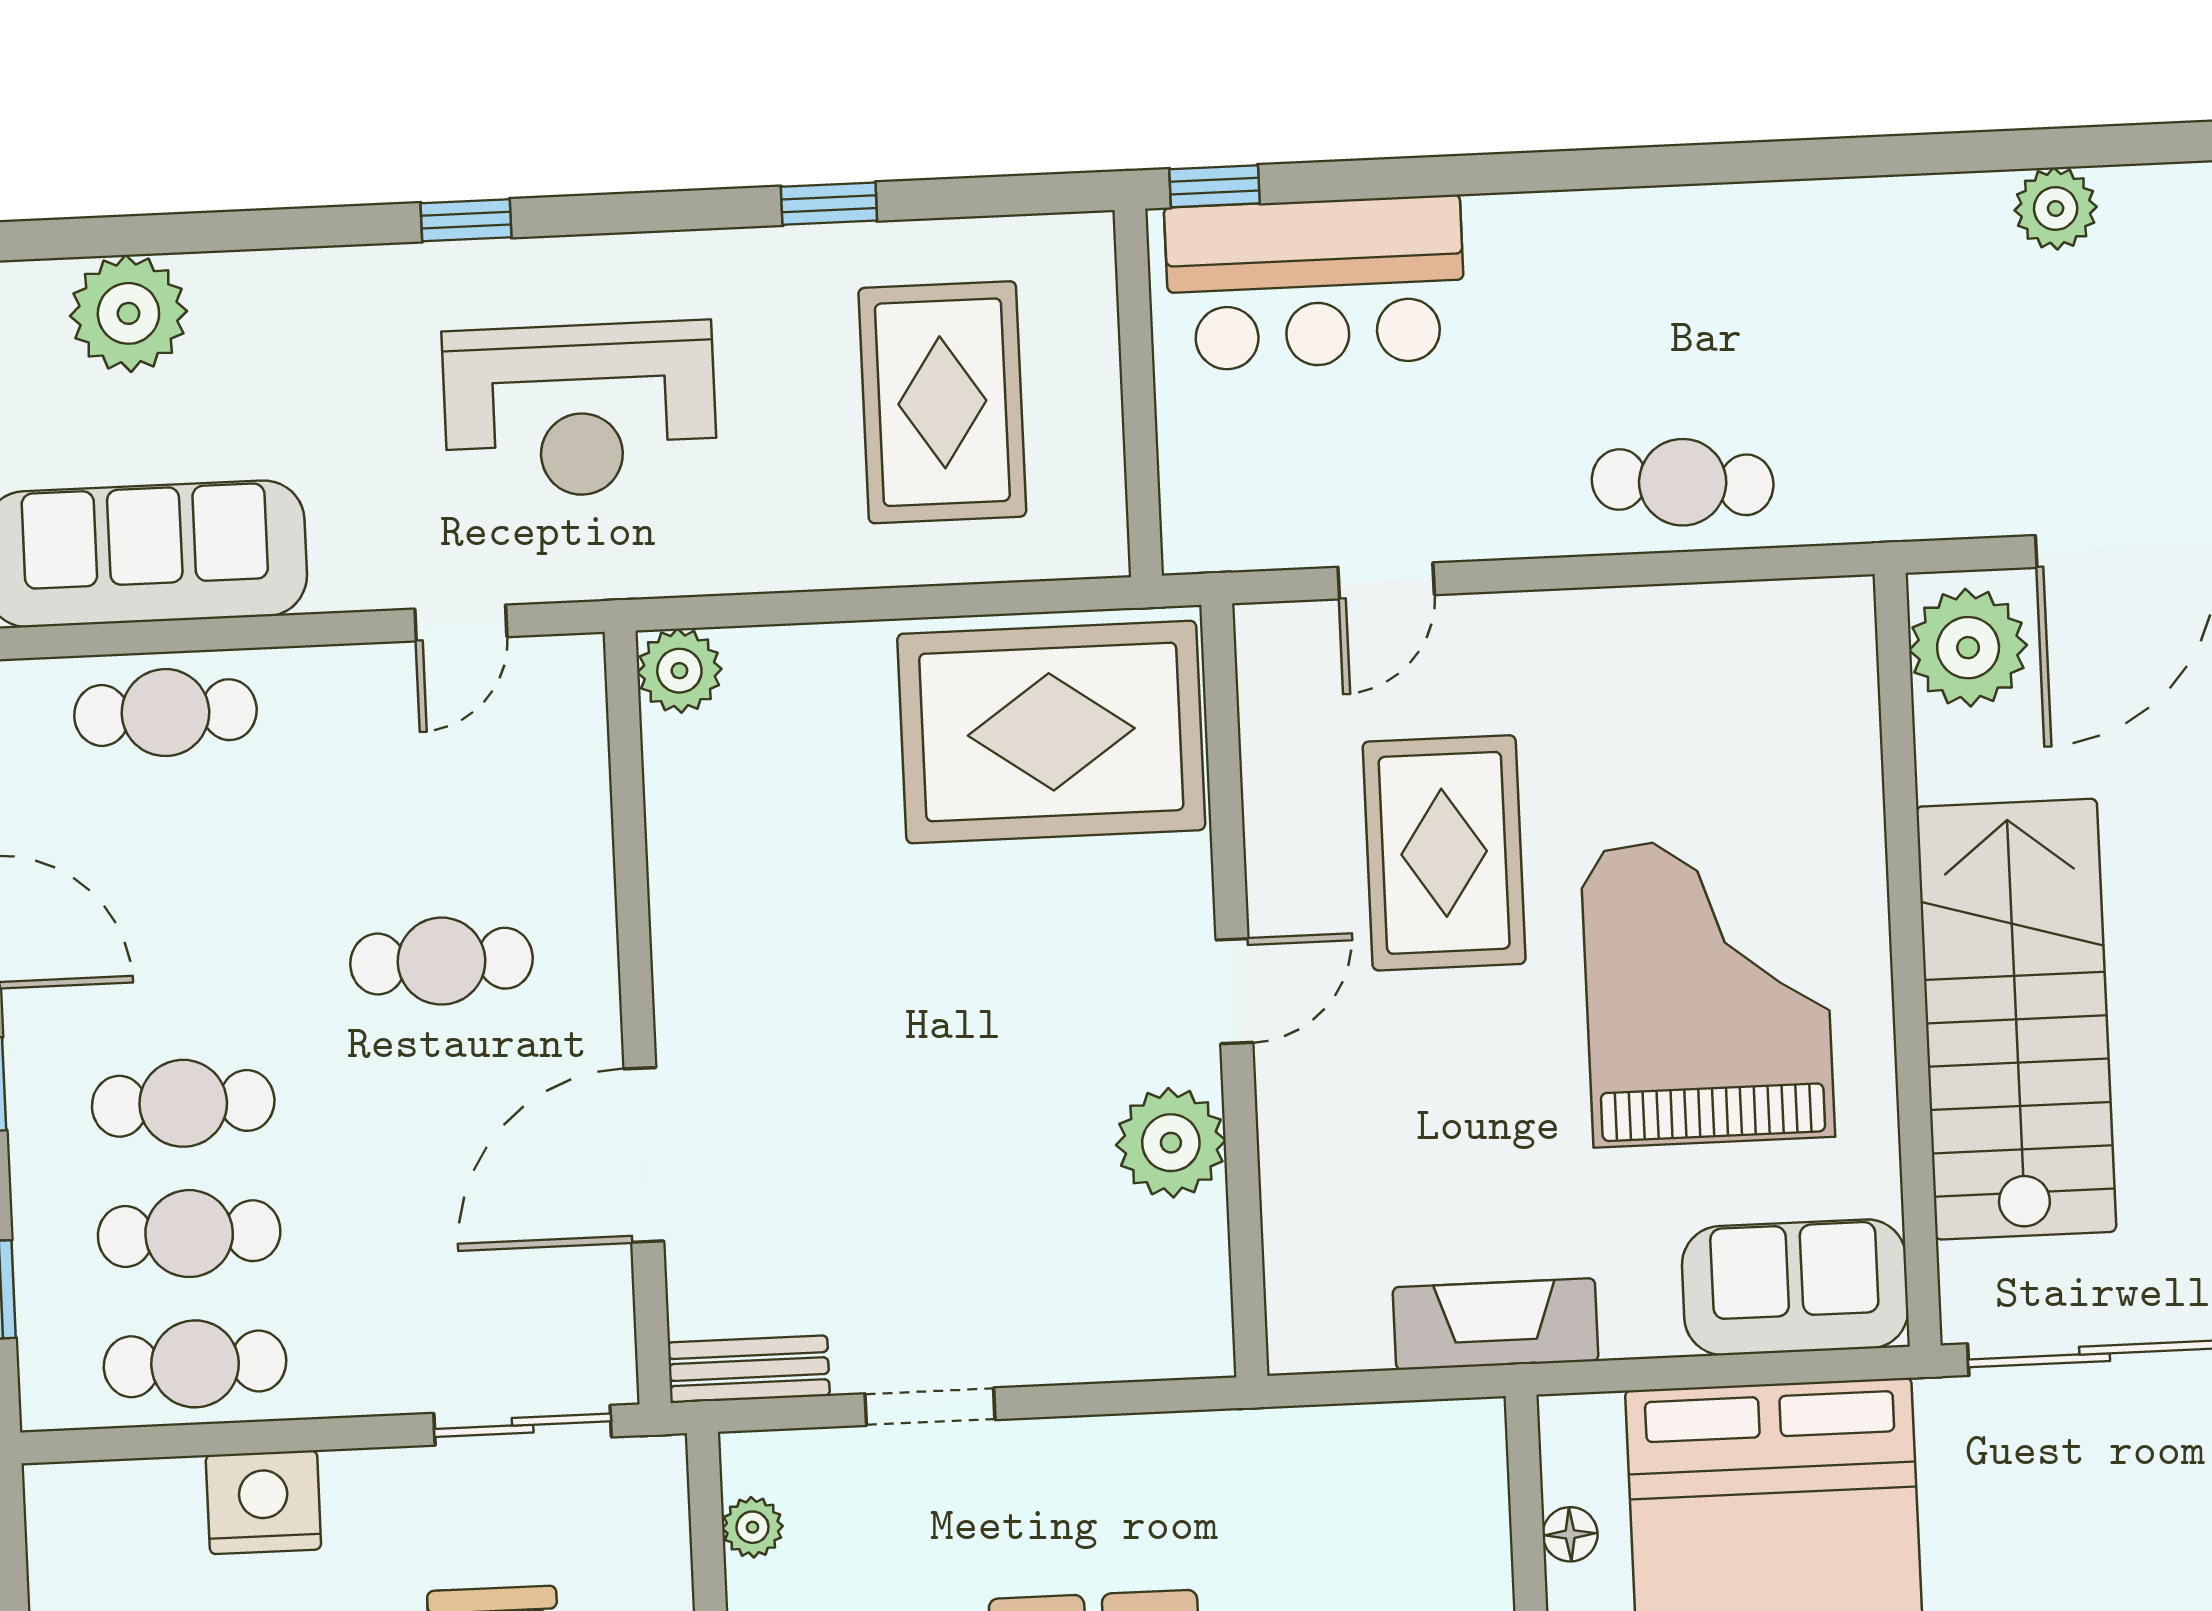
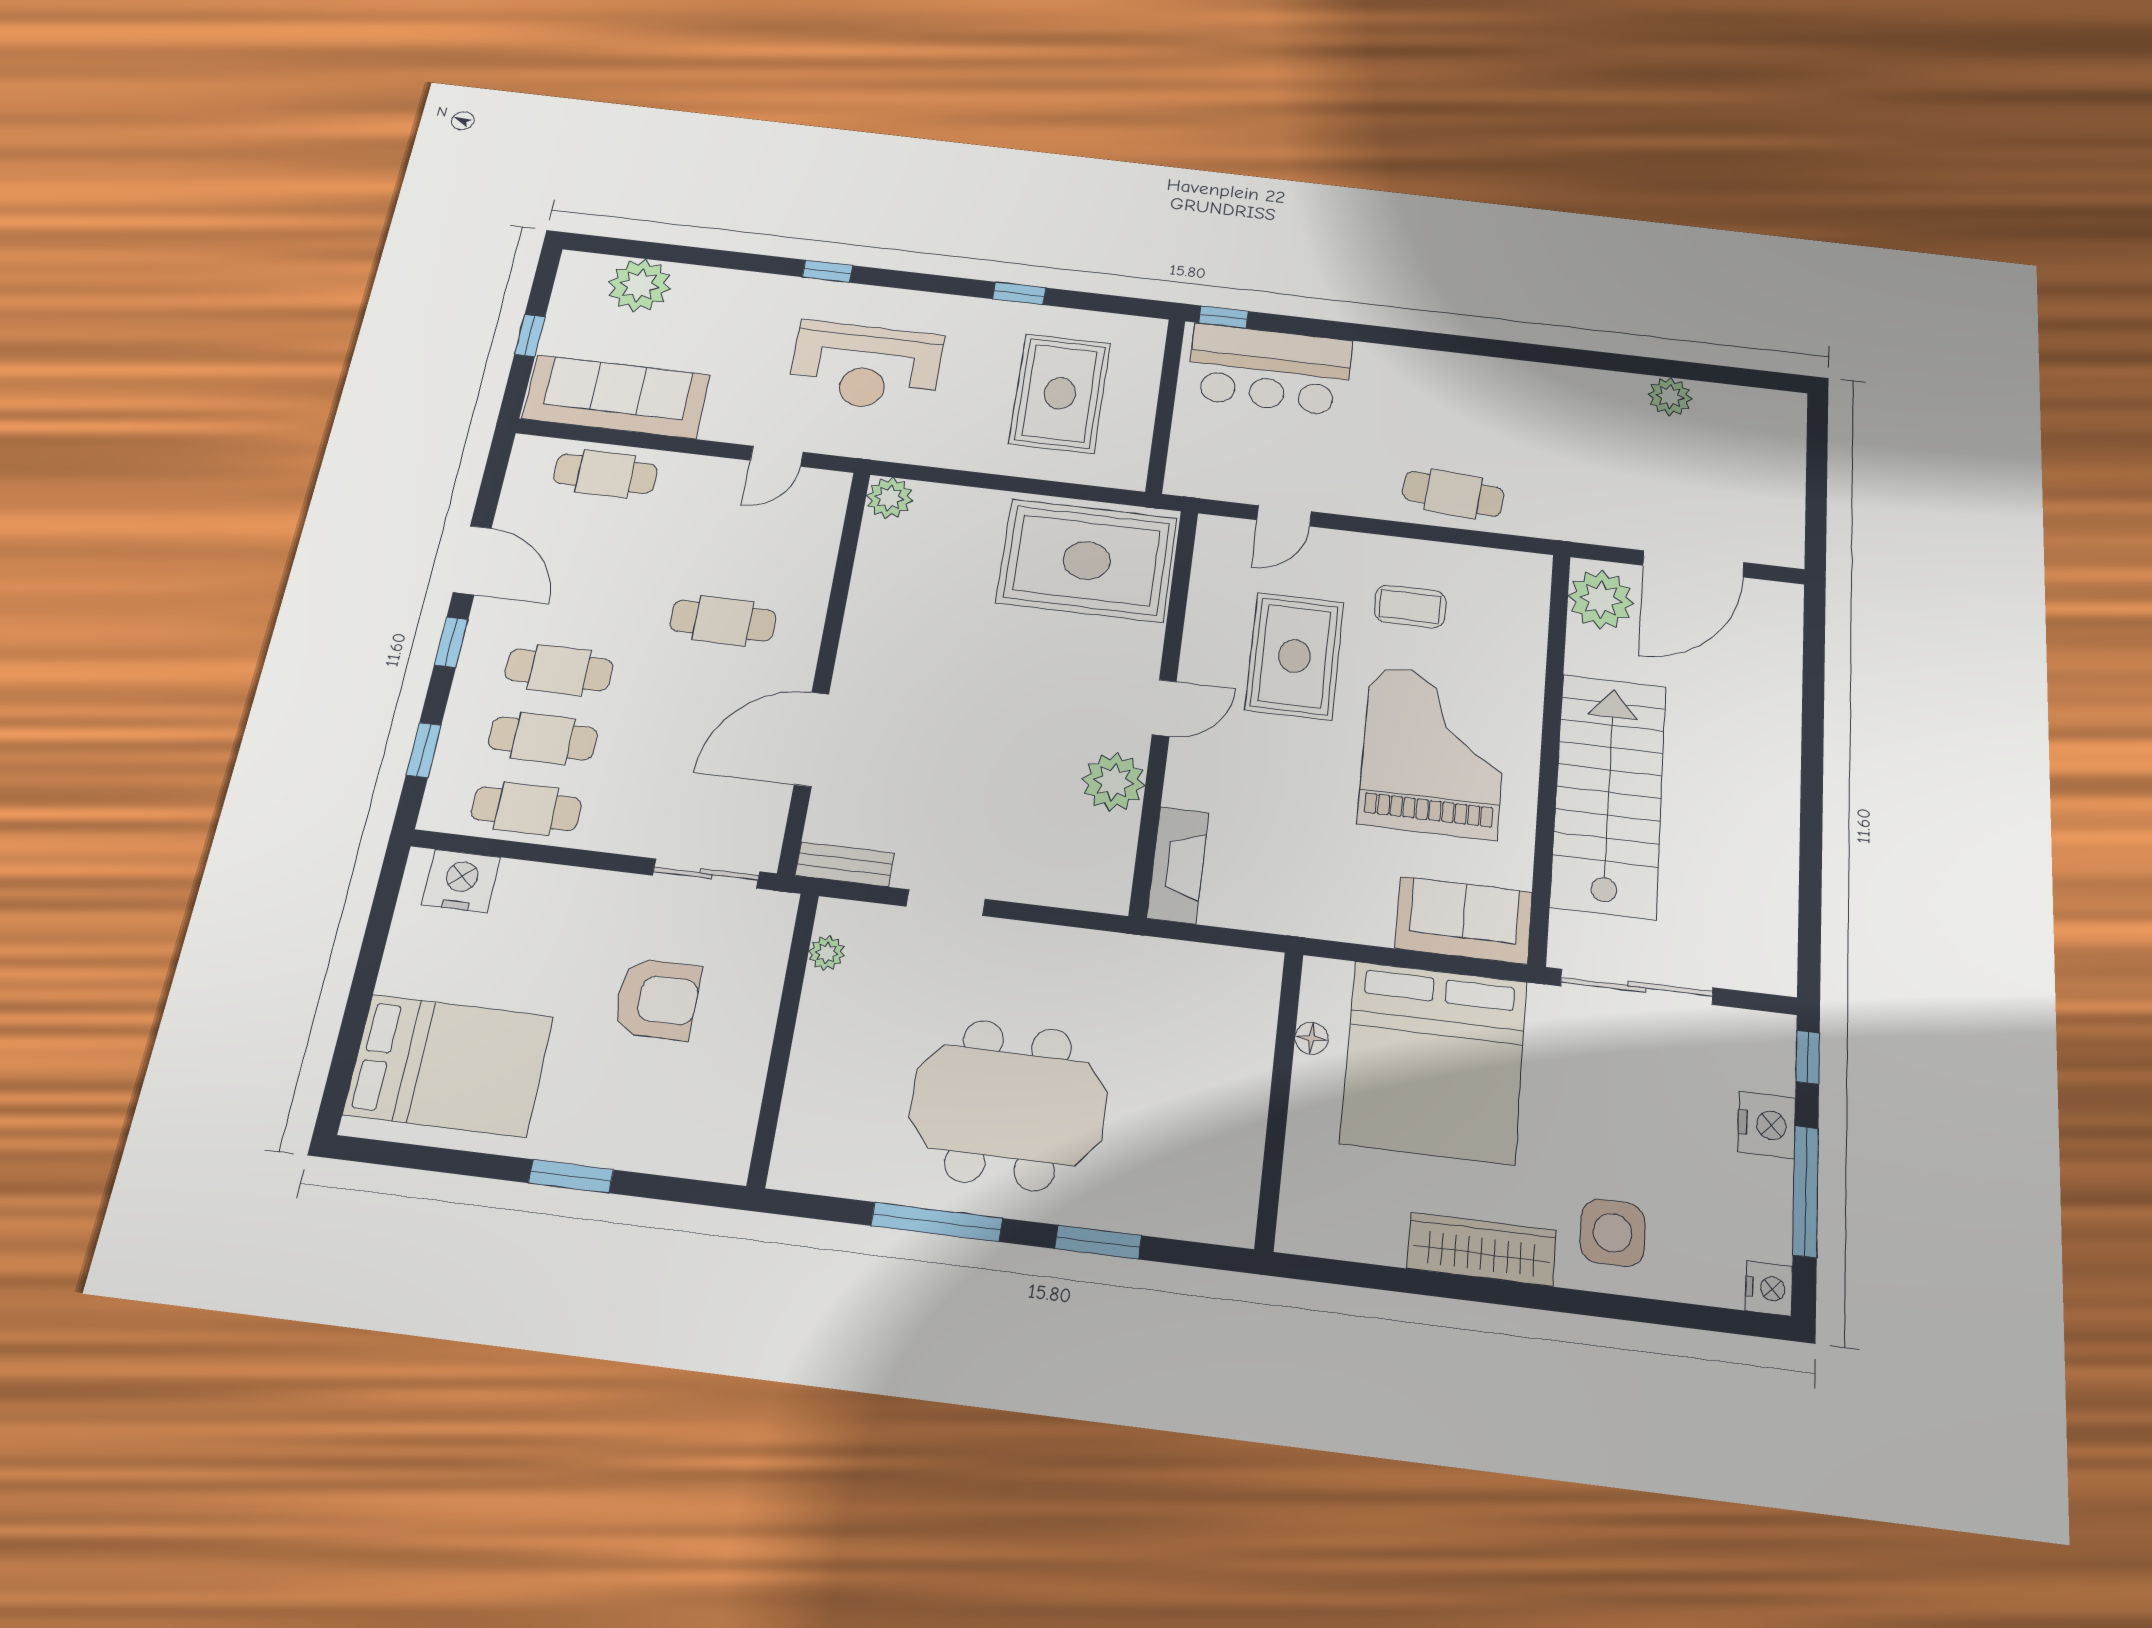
coffee table: (1633, 721) -> (1410, 606), added
fireplace: (1496, 1324) -> (1178, 865), moved, turned 90
nightstand: (263, 1502) -> (461, 881), moved

